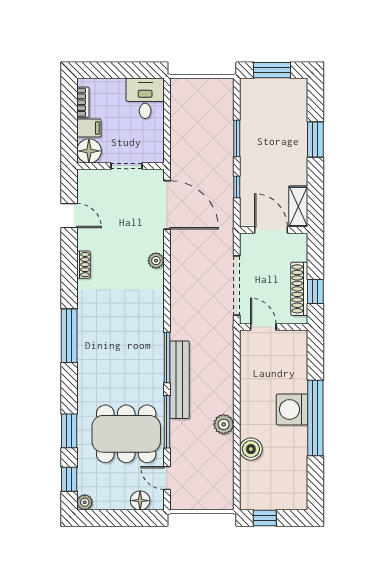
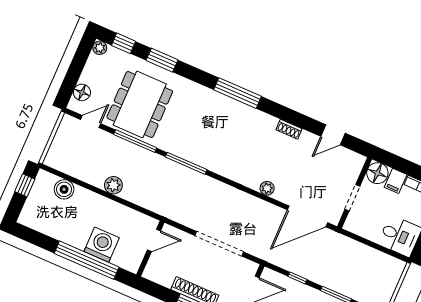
door: (263, 327) -> (154, 240), moved
wall: (274, 327) -> (150, 249), moved
bench: (180, 380) -> (164, 166), removed
boiler: (251, 449) -> (64, 189), moved

